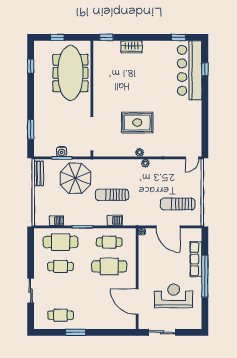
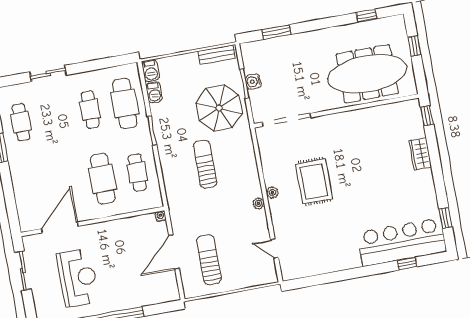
door: (192, 158) -> (275, 249), moved
barbecue: (115, 220) -> (151, 70), moved
row of seats: (196, 259) -> (135, 300), removed

